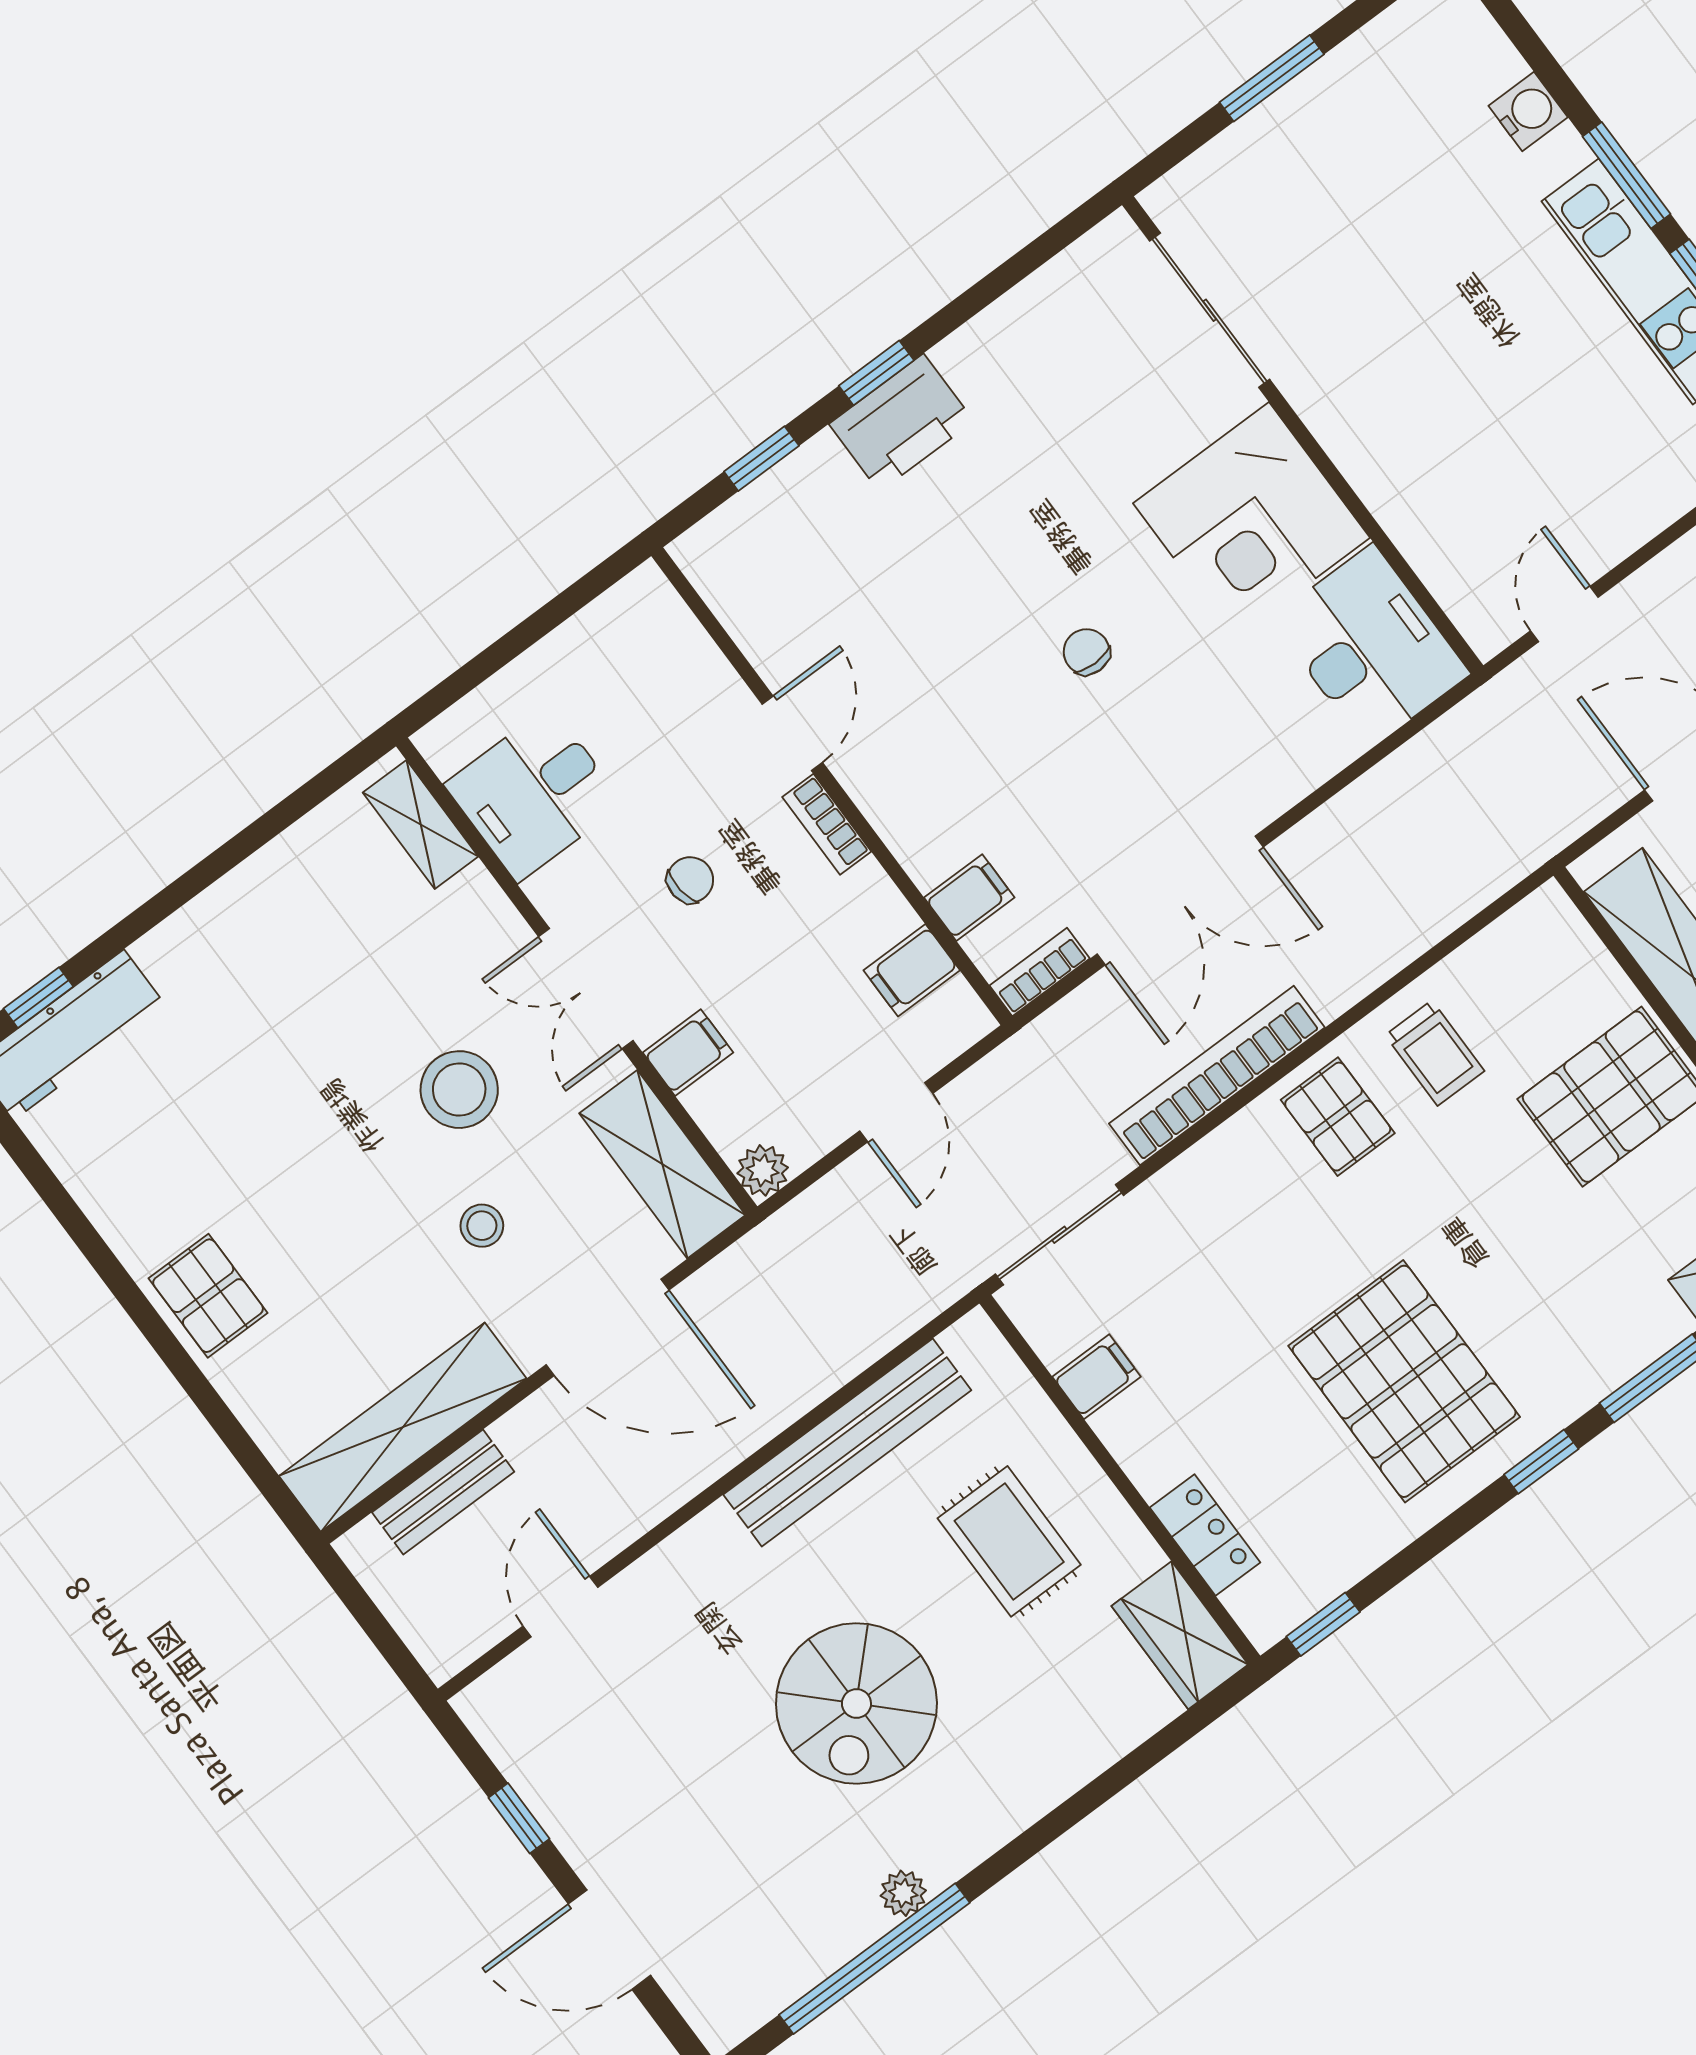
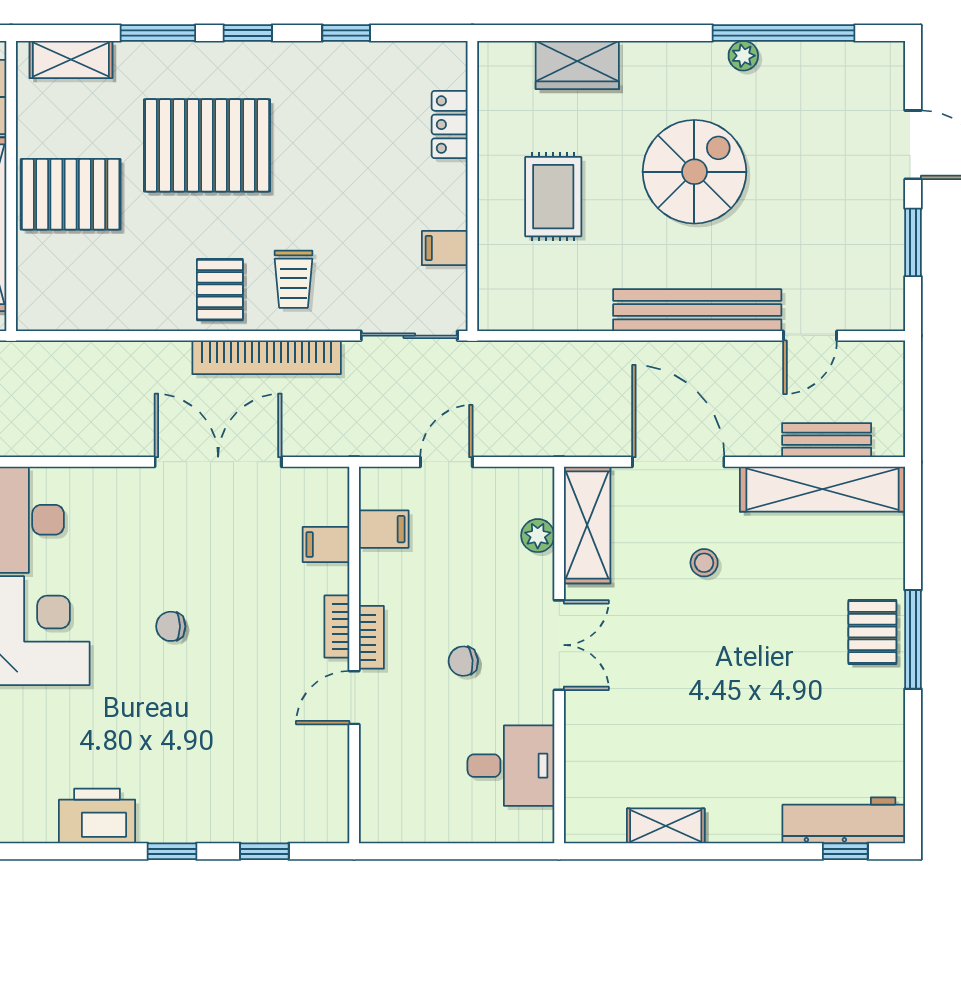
printer: (901, 423) -> (97, 816), moved
chair: (1087, 652) -> (171, 626), turned 90
shelving: (421, 824) -> (666, 826), moved, turned 90
bookcase: (1040, 972) -> (337, 627), moved, turned 90
filing cabinet: (688, 1053) -> (531, 573), removed
trolley: (1435, 1053) -> (293, 279), moved, turned 180
stool: (459, 1090) -> (663, 642), removed
plant: (763, 1170) -> (538, 536), moved
window: (151, 1324) -> (913, 639), added
pallet: (1404, 1381) -> (207, 145), moved, turned 90
bench: (847, 1442) -> (697, 310), moved
window: (1323, 1624) -> (346, 33), moved
wardrobe: (1180, 1635) -> (577, 65), moved, turned 90
window: (519, 1818) -> (913, 242), width x1.50

